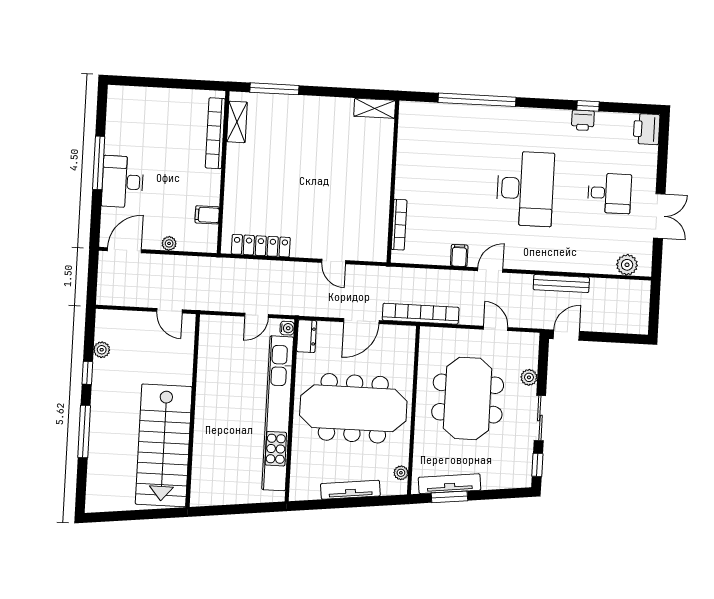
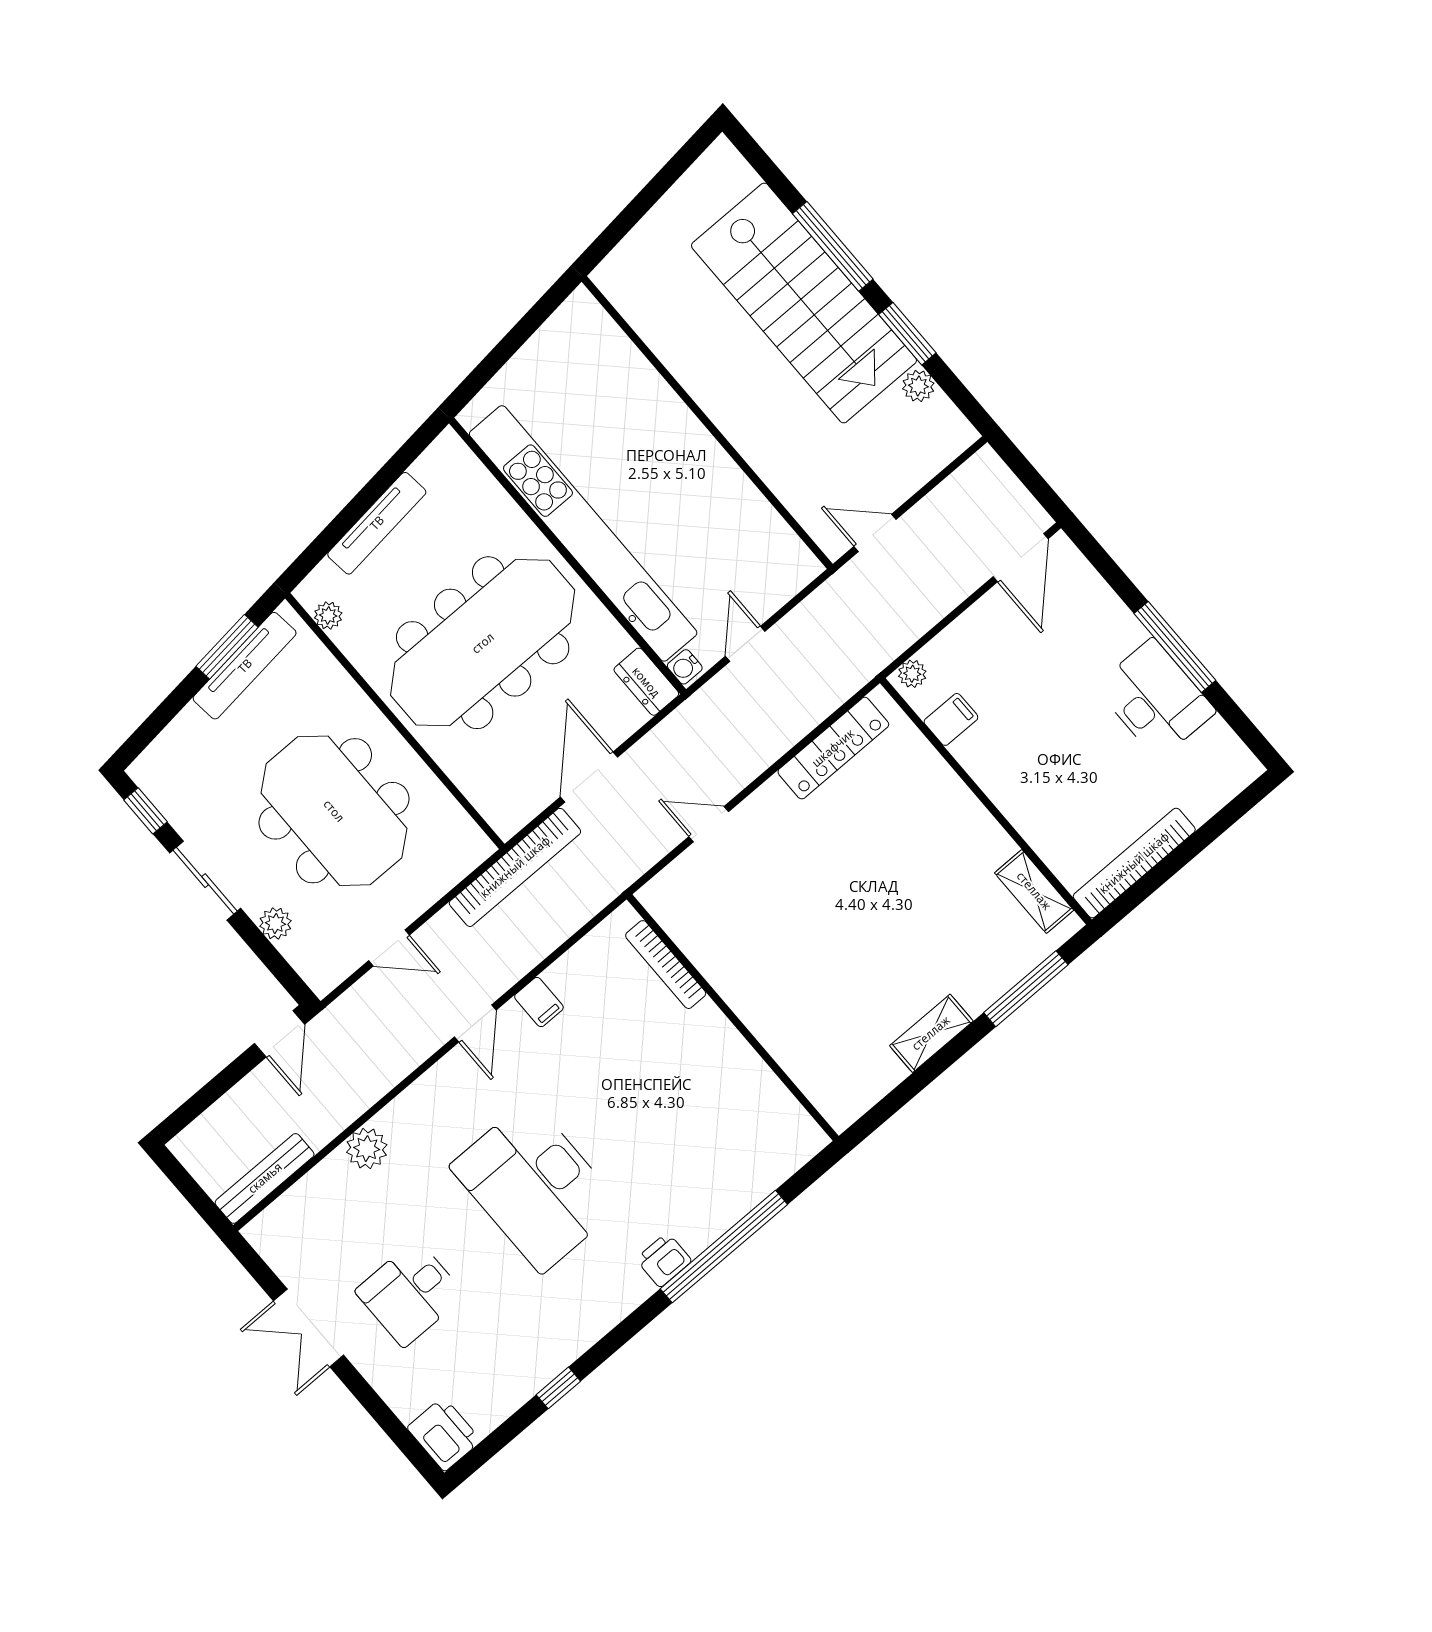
shelving: (375, 108) -> (931, 1033), moved
printer: (583, 120) -> (664, 1260), moved
bookcase: (215, 133) -> (1134, 863), moved, turned -90
desk: (123, 182) -> (1155, 699), moved
plant: (169, 243) -> (912, 674), moved
plant: (627, 265) -> (367, 1149), moved
bench: (561, 284) -> (265, 1178), moved
window: (87, 373) -> (907, 334), width x1.50
stairs: (164, 445) -> (804, 303), moved, turned 180

